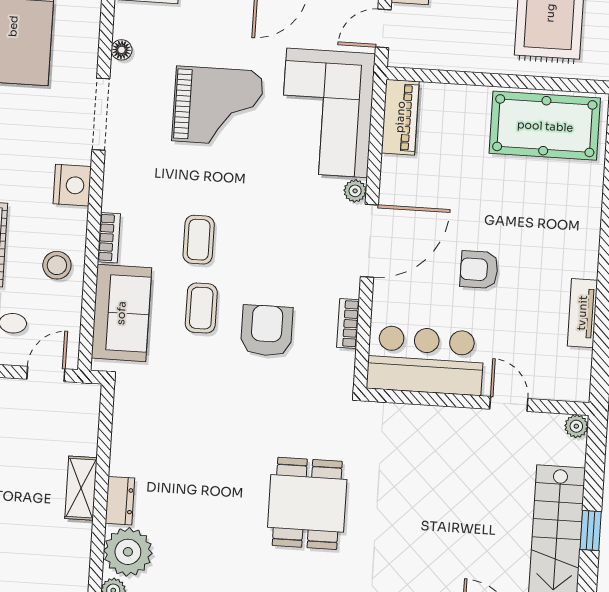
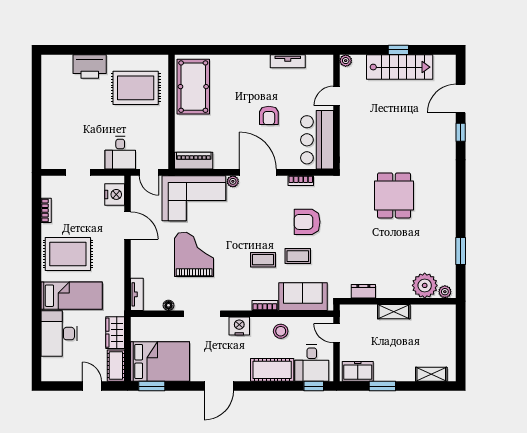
dresser: (120, 501) -> (363, 291), moved
dining table: (307, 503) -> (394, 195), turned 90

